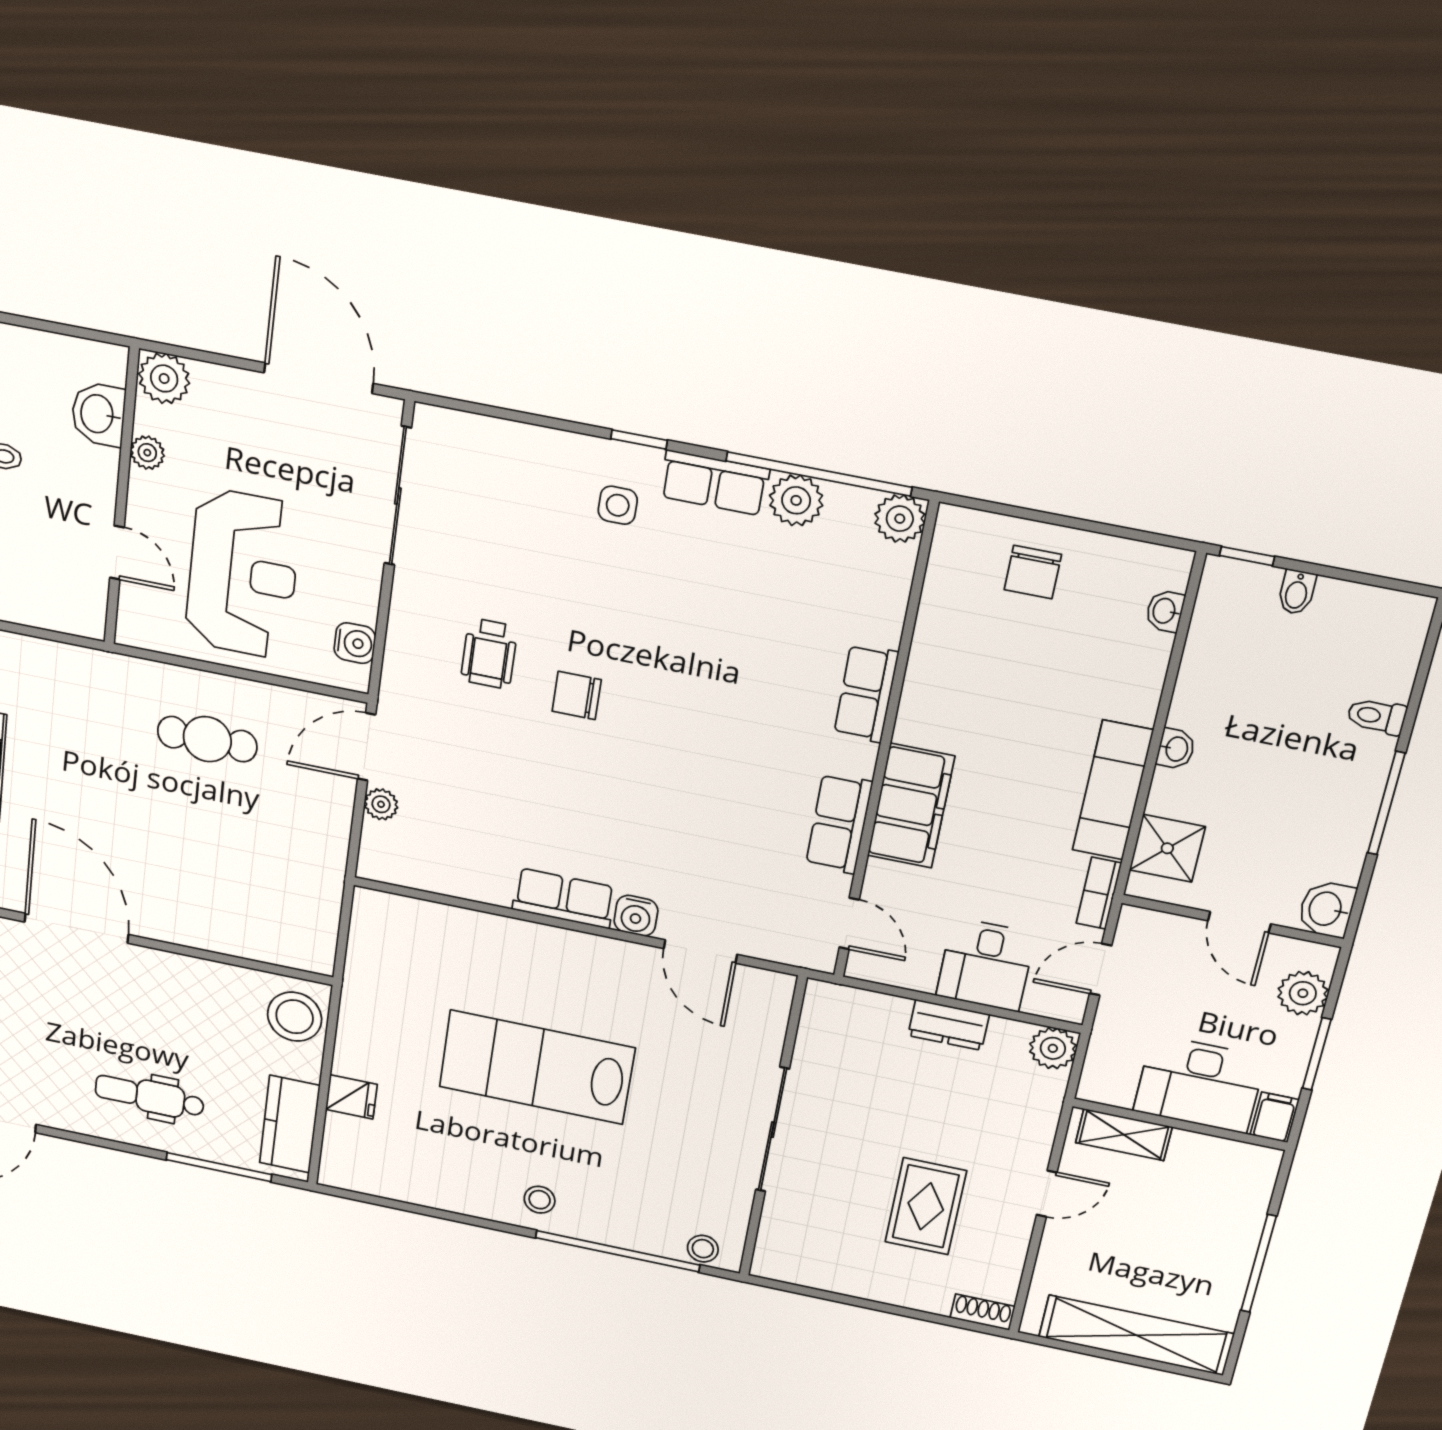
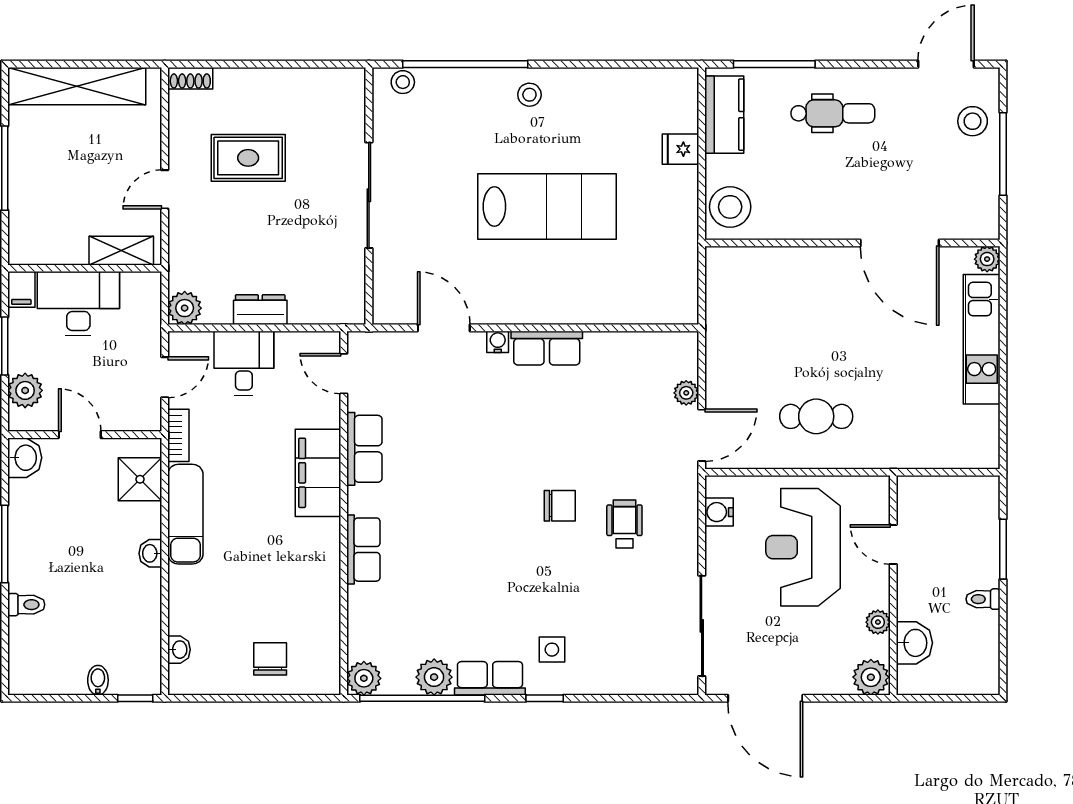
water cooler: (636, 916) -> (498, 342), width x0.72, depth x0.72
rug: (926, 1206) -> (248, 158), turned 90

